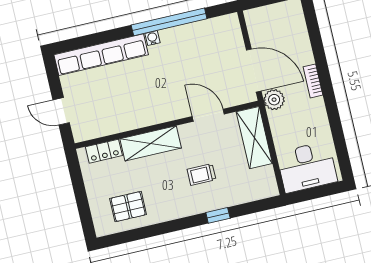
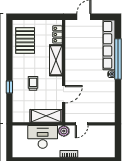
window: (169, 22) -> (118, 59), moved
door: (254, 71) -> (82, 124), width x0.53
desk: (307, 167) -> (43, 137), moved, turned 90
pallet: (128, 207) -> (25, 40), width x1.50, depth x1.42

